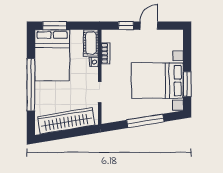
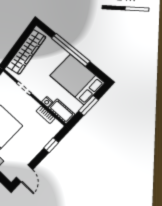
window: (55, 26) -> (88, 105), moved
door: (149, 26) -> (25, 173), moved

